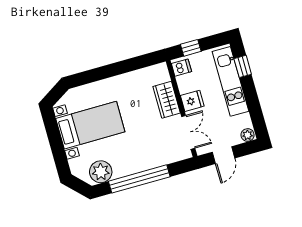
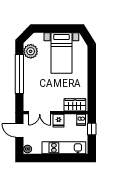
window: (243, 66) -> (71, 158), removed
wardrobe: (167, 100) -> (75, 105), moved

